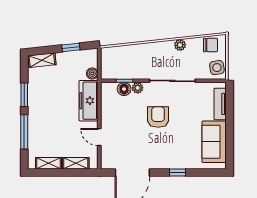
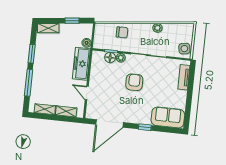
chair: (210, 45) -> (122, 32), moved
sofa: (214, 142) -> (168, 117), moved, turned 90

